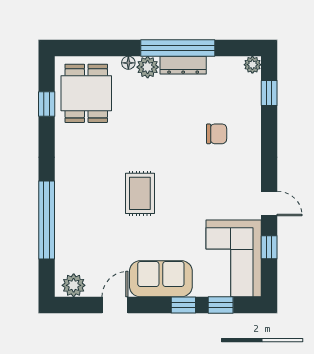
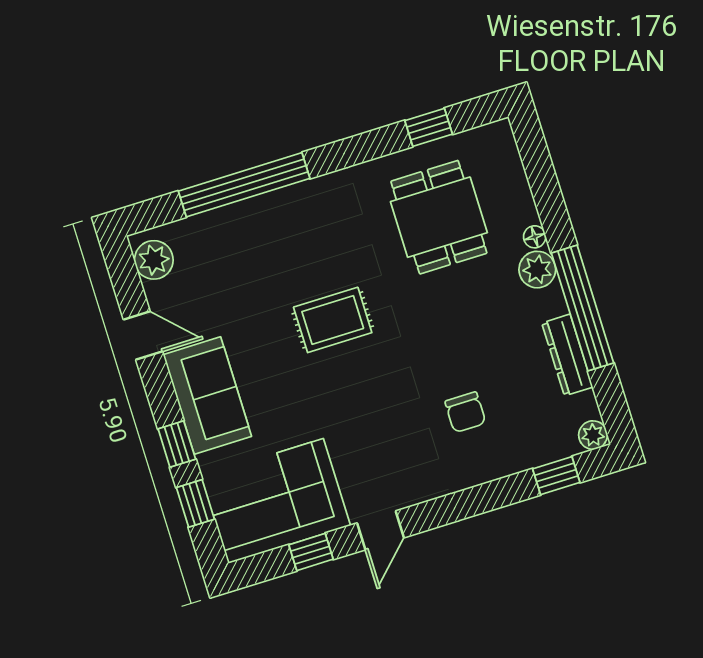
dresser: (183, 65) -> (567, 355), moved
dining table: (86, 93) -> (439, 217), moved, turned 90

